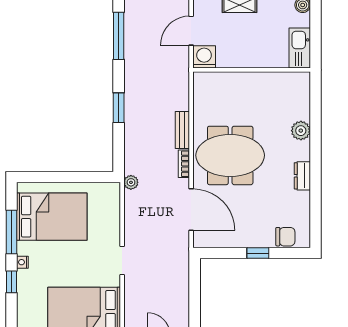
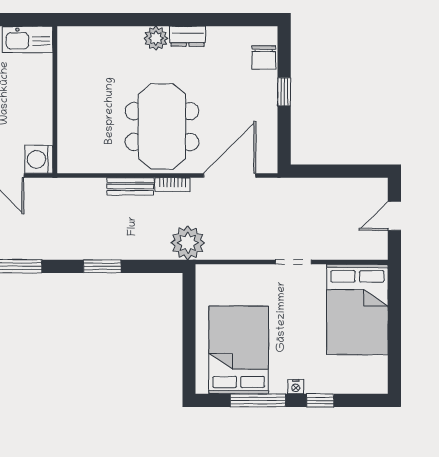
plant: (301, 131) -> (156, 38), moved
plant: (131, 182) -> (188, 243), width x1.87, depth x1.87
chair: (285, 237) -> (264, 57), turned 180

